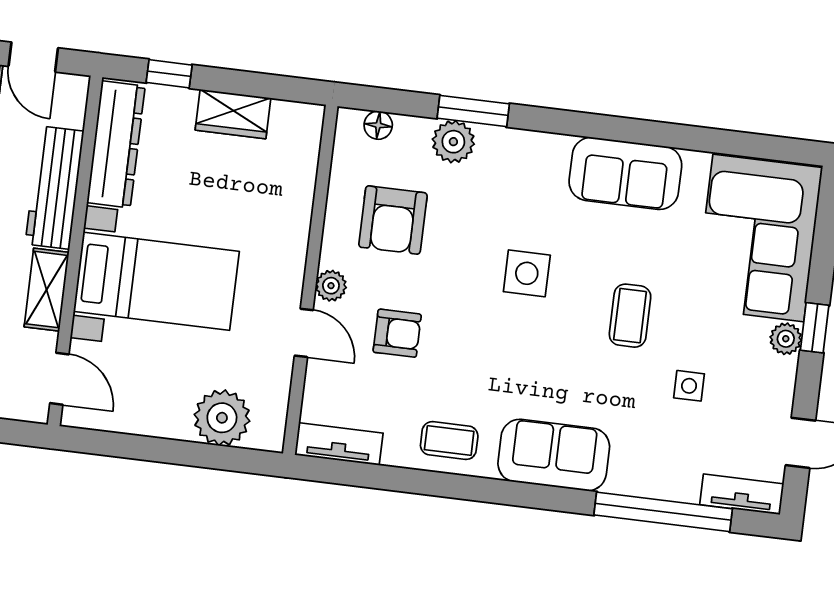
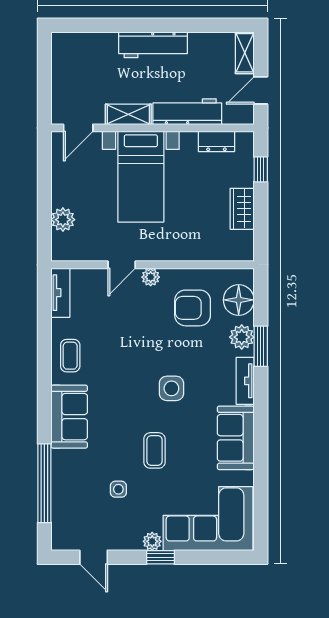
floor lamp: (378, 125) -> (239, 300), width x1.89, depth x1.89
dresser: (116, 144) -> (216, 141), width x0.51, depth x0.80
coffee table: (630, 316) -> (154, 450), turned 90
armchair: (397, 333) -> (128, 318), removed
plant: (222, 418) -> (63, 220), width x0.73, depth x0.73
tv unit: (742, 494) -> (245, 381), moved, turned 180

